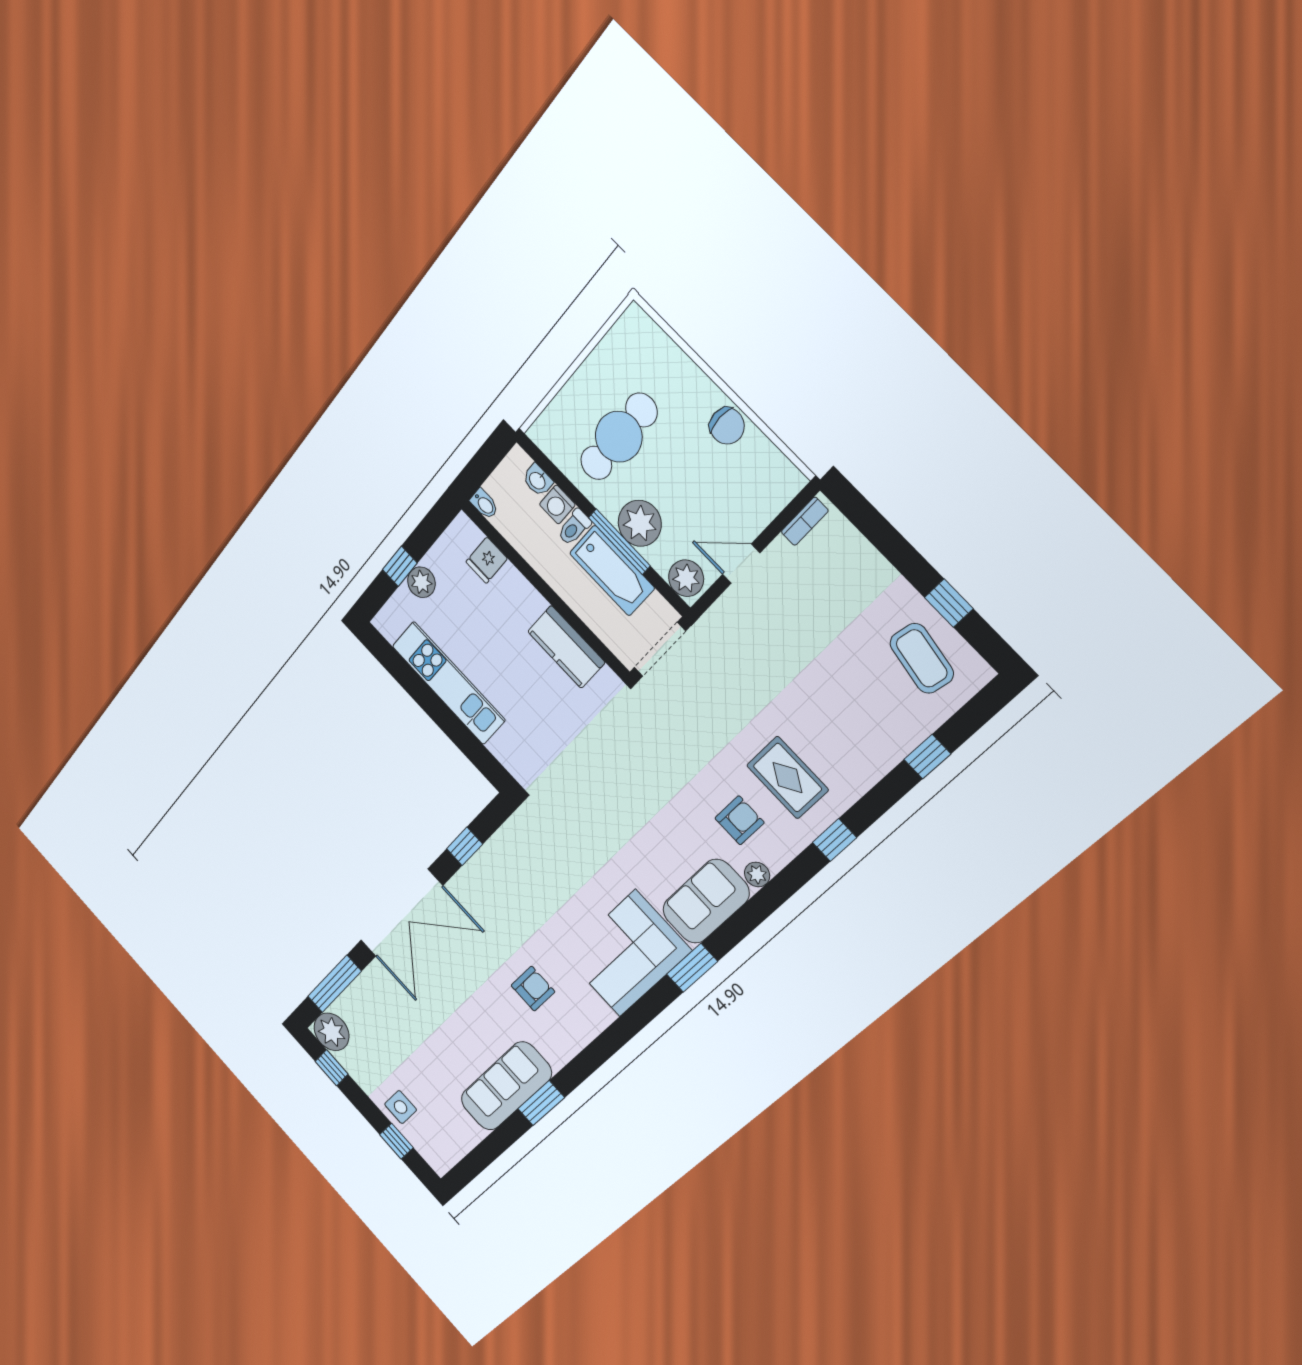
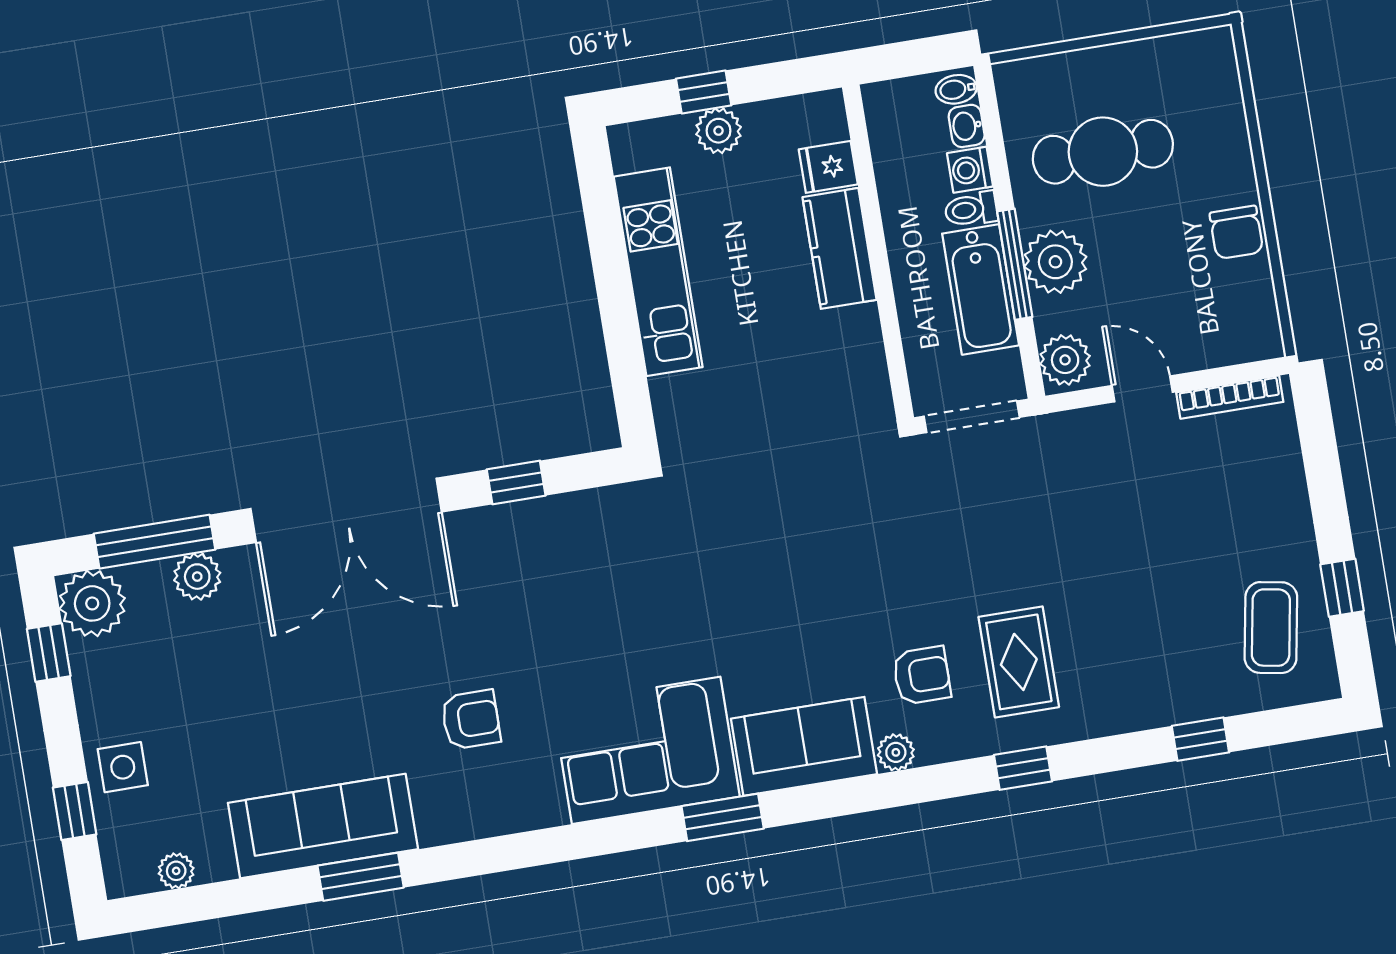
bidet: (484, 504) -> (956, 89), moved, turned 90
bookcase: (805, 521) -> (1230, 397), width x1.56
kitchen counter: (566, 647) -> (840, 248), moved
plant: (364, 990) -> (197, 577), added
plant: (459, 1147) -> (176, 871), added

